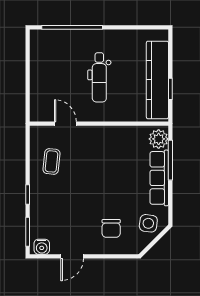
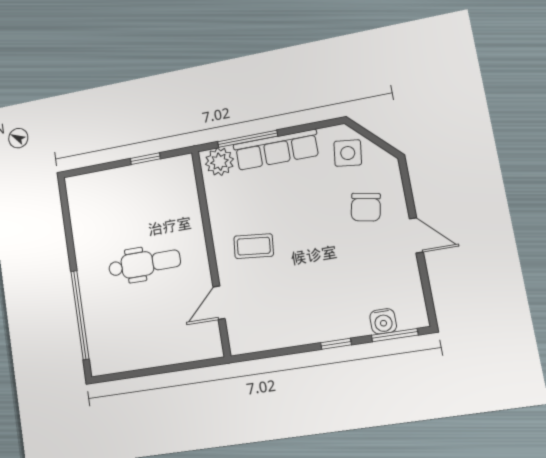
kitchen counter: (157, 80) -> (136, 179), removed
coffee table: (51, 161) -> (254, 246), moved
chair: (111, 228) -> (366, 207), turned 101
water cooler: (42, 247) -> (383, 321), moved, turned 90
door: (72, 256) -> (416, 235), moved

